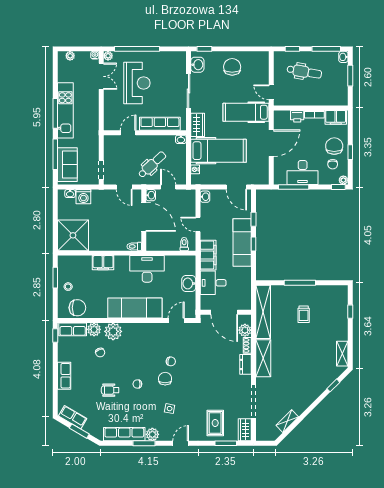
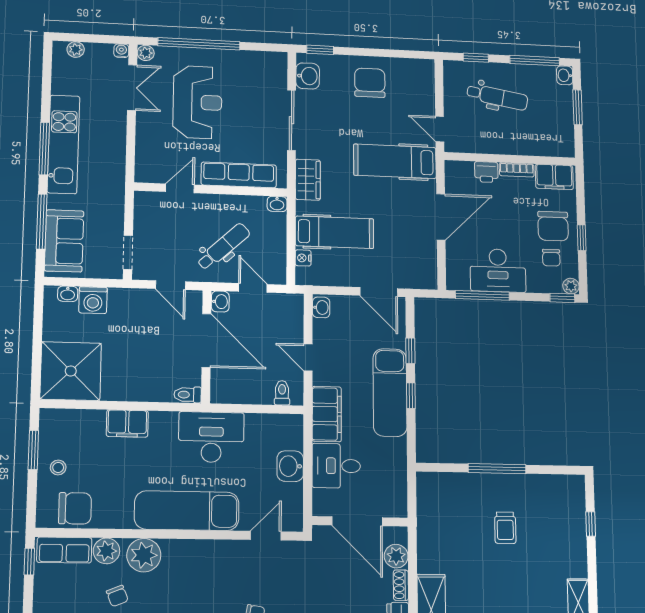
chair: (334, 146) -> (553, 226), turned 180
hospital bed: (218, 151) -> (334, 232), width x0.73, depth x0.78
shelving: (263, 312) -> (430, 522), removed

